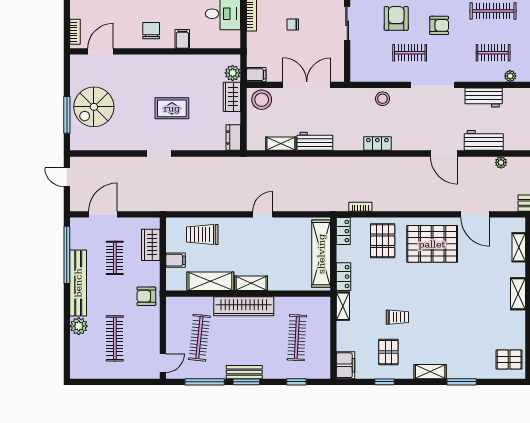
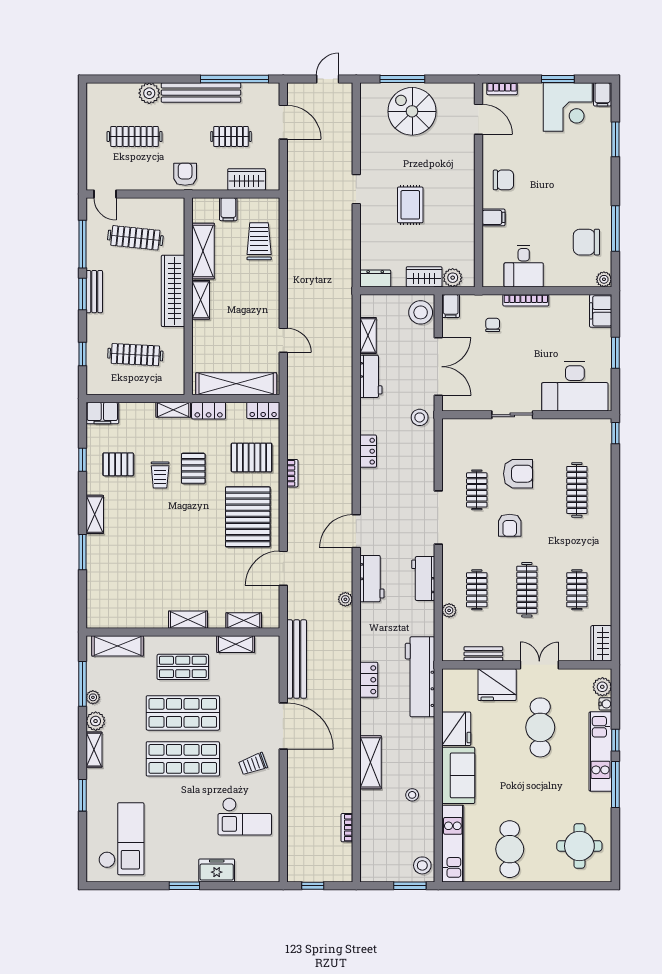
chair: (293, 24) -> (493, 325), moved
stool: (382, 99) -> (420, 417), moved
bookcase: (360, 207) -> (292, 473), moved
door: (263, 214) -> (283, 340), moved
pallet: (509, 359) -> (193, 468), moved

